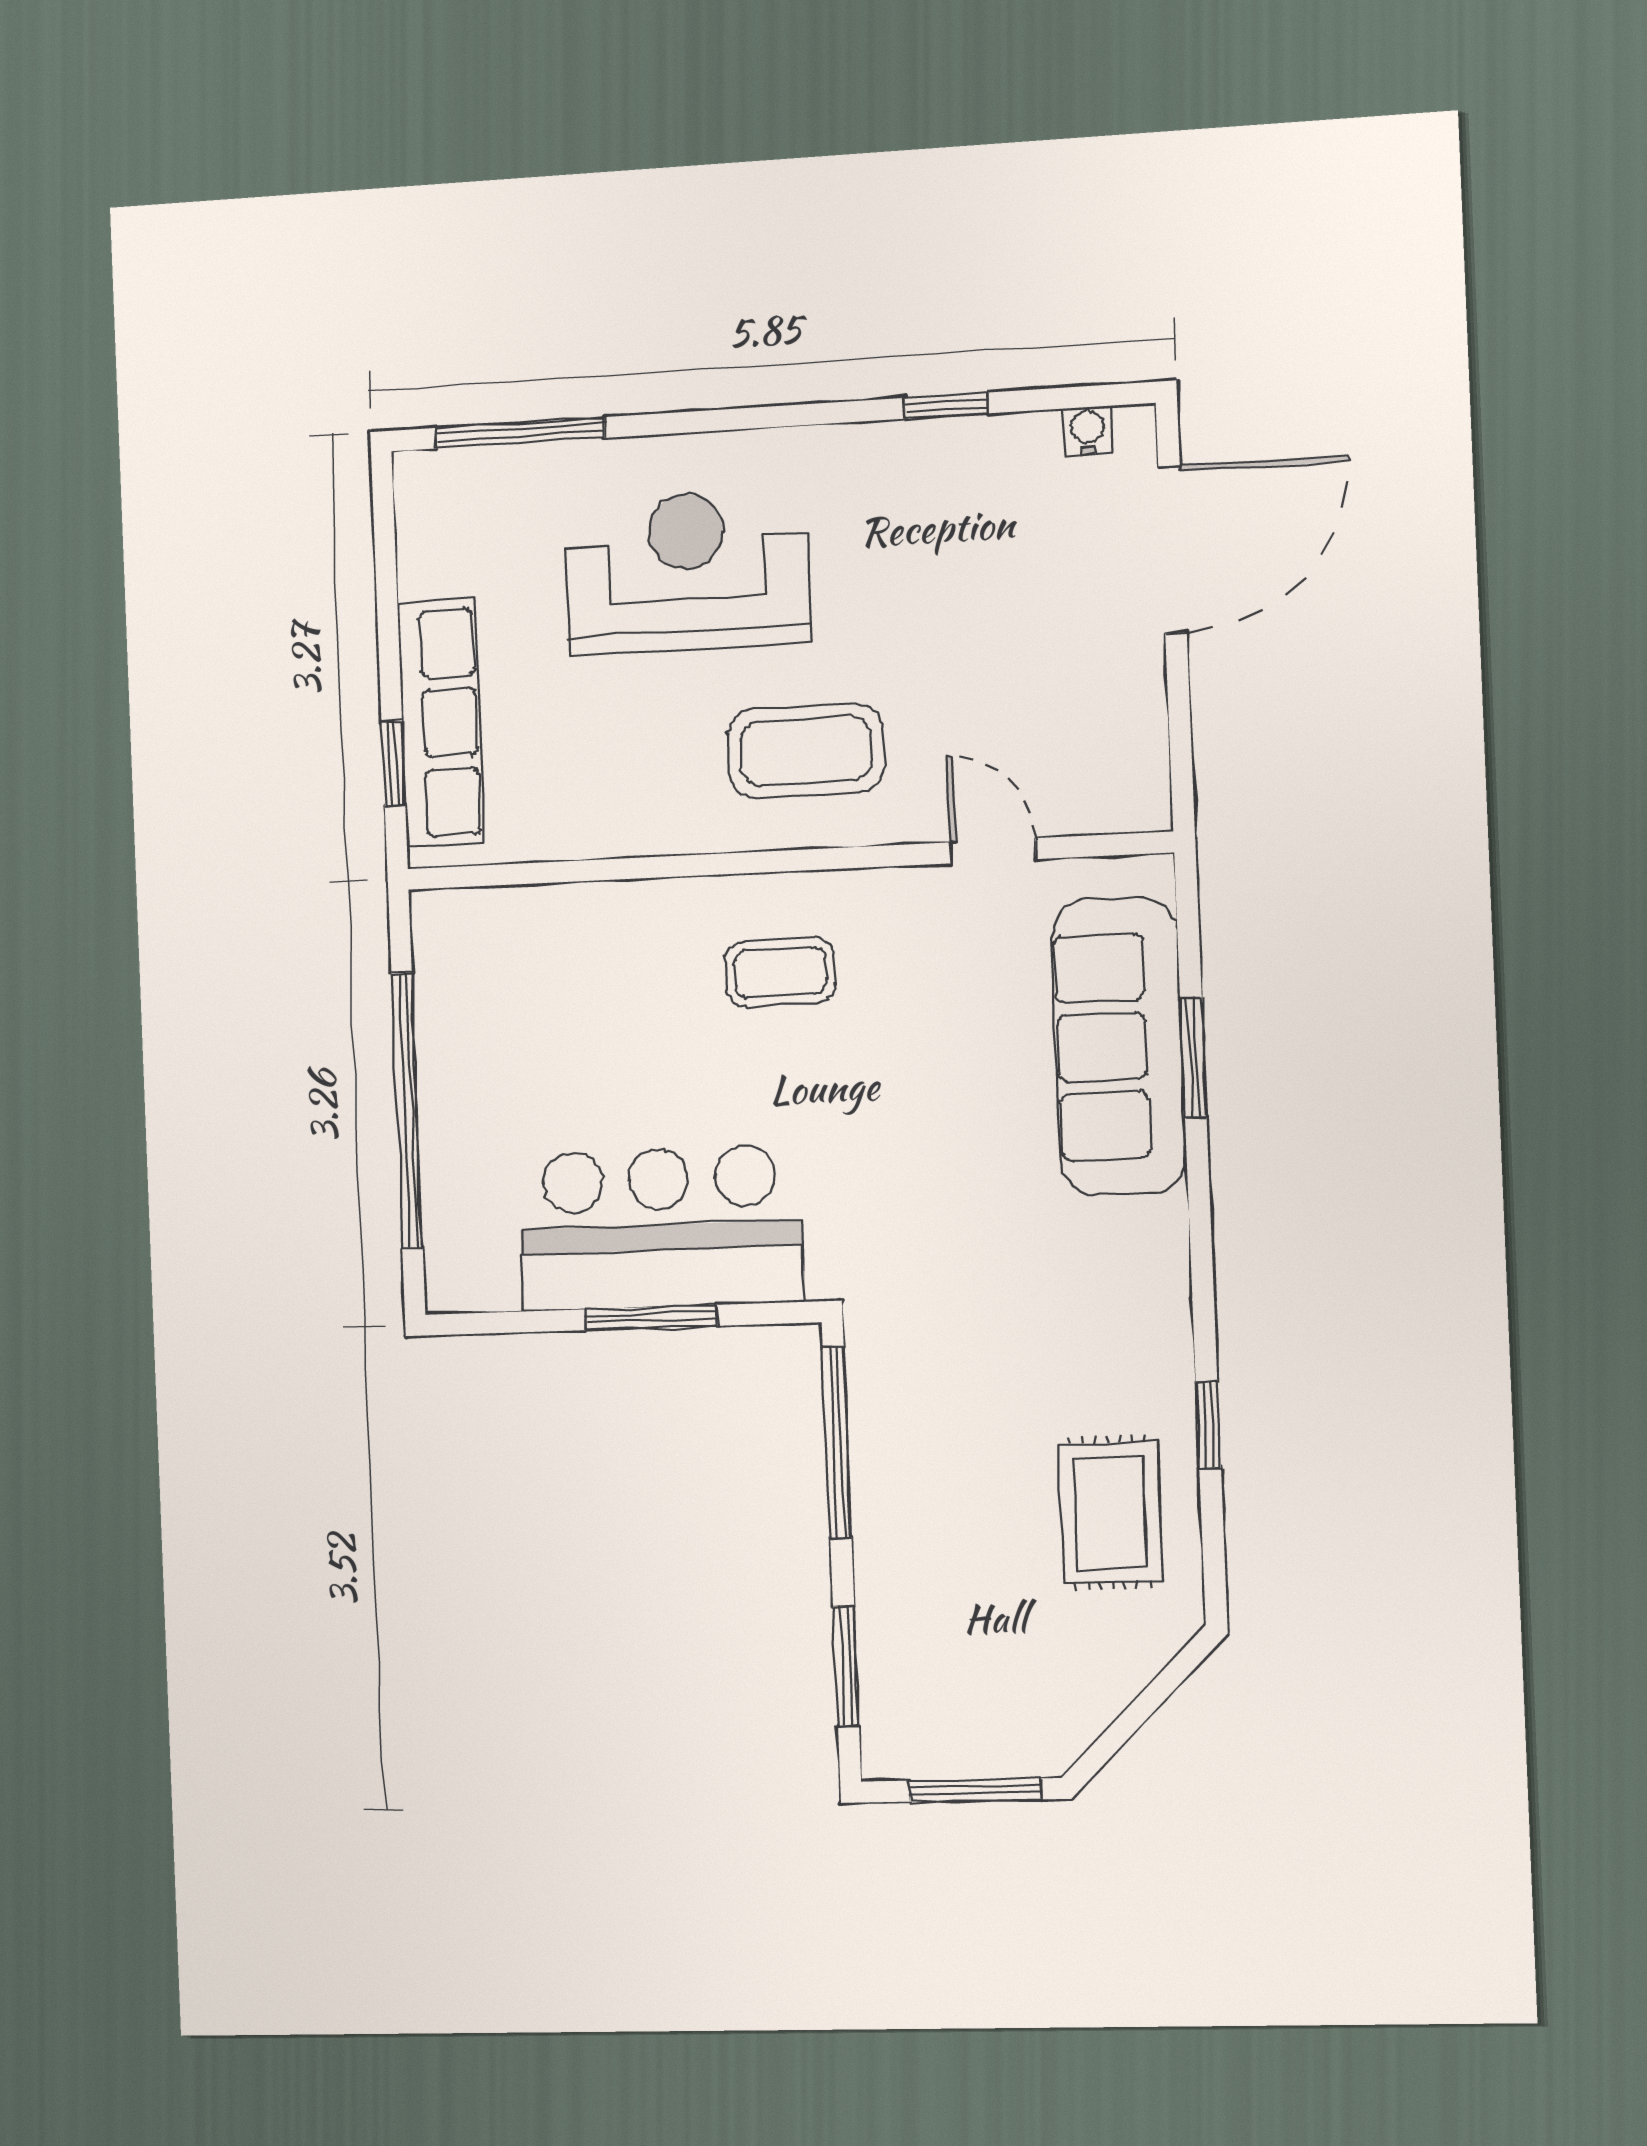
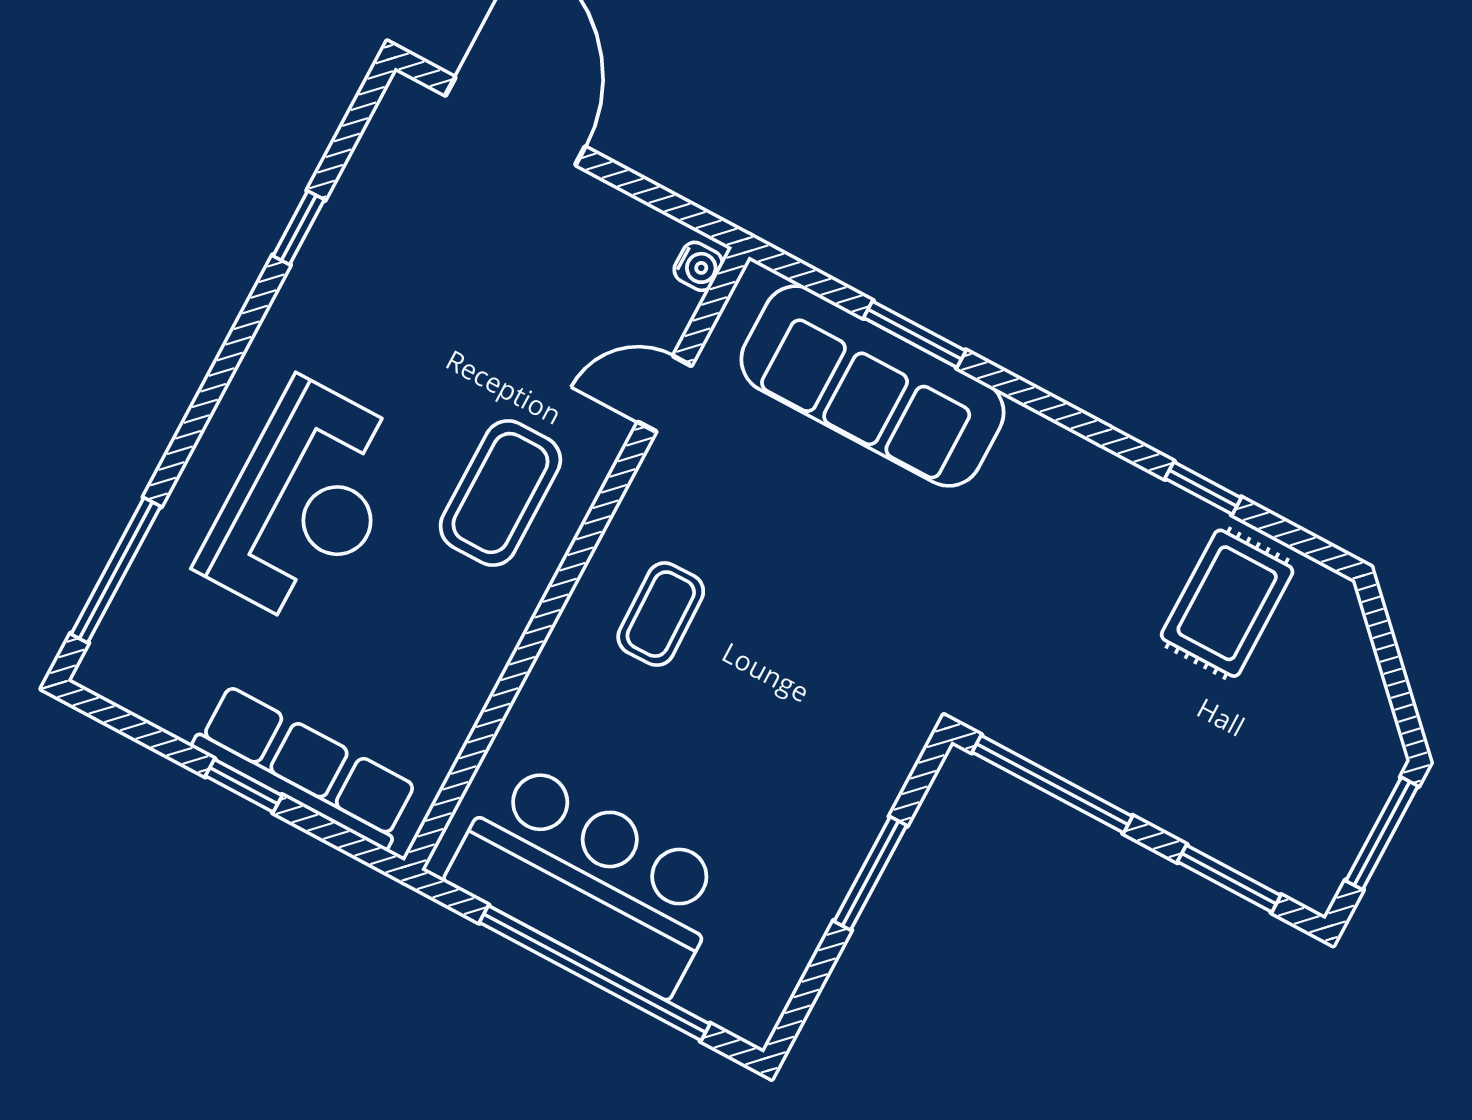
water cooler: (1087, 431) -> (698, 266), moved, turned 180
reception desk: (687, 572) -> (305, 503), turned 180
window: (393, 763) -> (244, 786), moved
bar counter: (660, 1228) -> (589, 878), moved, turned 90
rug: (1110, 1513) -> (1227, 603), turned 90

